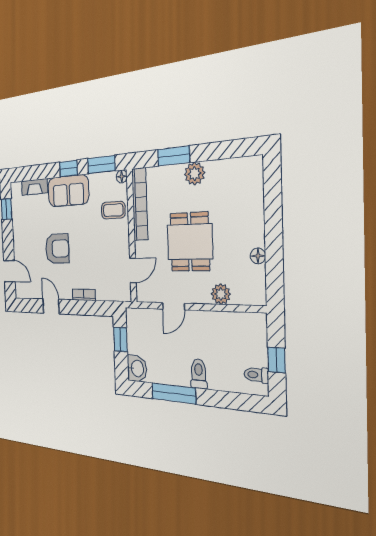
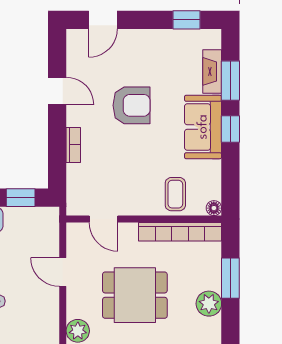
window: (101, 165) -> (230, 81), moved
armchair: (57, 249) -> (132, 105), turned -90
door: (51, 306) -> (57, 91), hinge flipped

